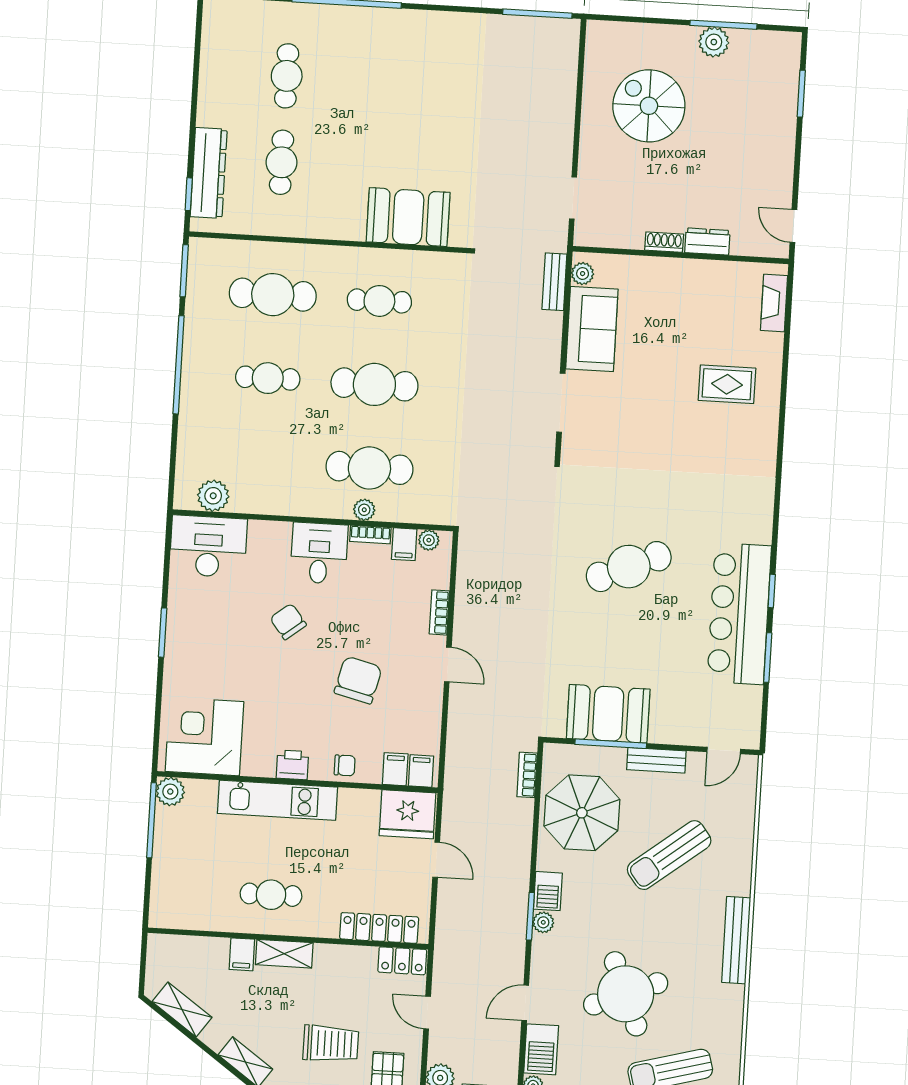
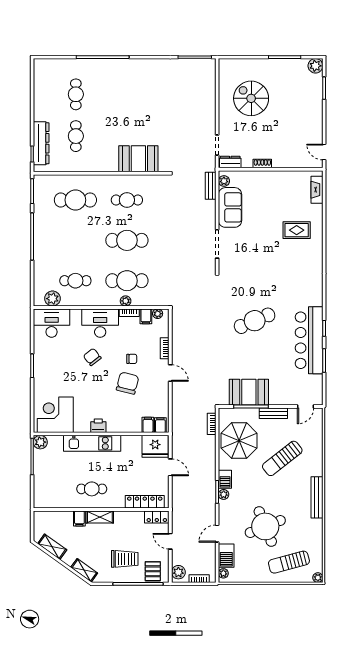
plant: (714, 42) -> (315, 66), moved
dresser: (707, 242) -> (230, 162), moved
cafe table: (268, 378) -> (75, 281), moved
desk: (319, 553) -> (100, 323), width x1.37
chair: (345, 765) -> (132, 359), moved

